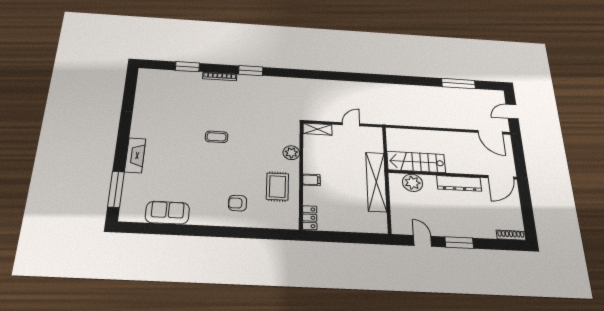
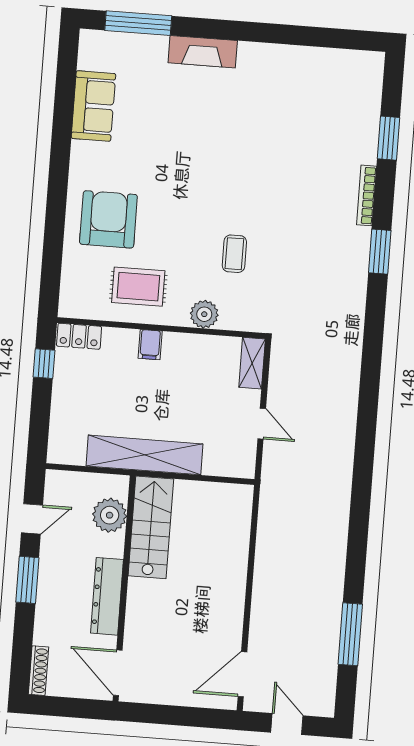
coffee table: (217, 137) -> (234, 254), moved
stairs: (416, 162) -> (151, 527), moved
wall: (453, 175) -> (124, 588), moved
door: (501, 177) -> (118, 673), moved
plant: (413, 183) -> (110, 515), moved
dresser: (459, 183) -> (107, 596), moved
armchair: (238, 203) -> (108, 219), width x1.88, depth x1.88
window: (328, 237) -> (44, 364), added

